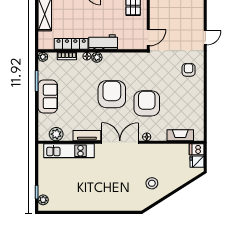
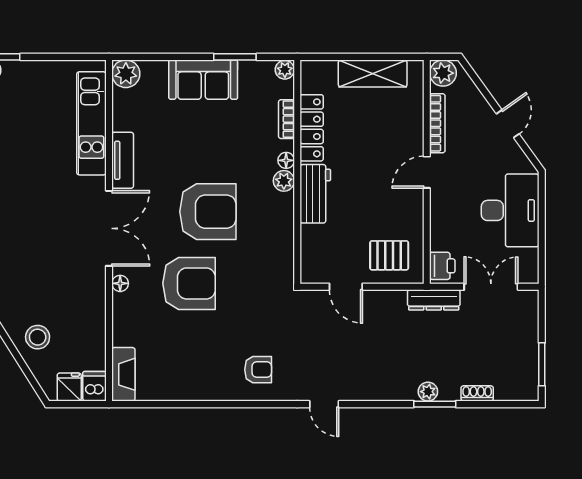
door: (148, 38) -> (346, 287), moved
plant: (56, 134) -> (126, 74), moved
fireplace: (180, 135) -> (123, 374), moved
stool: (152, 183) -> (38, 337), moved

